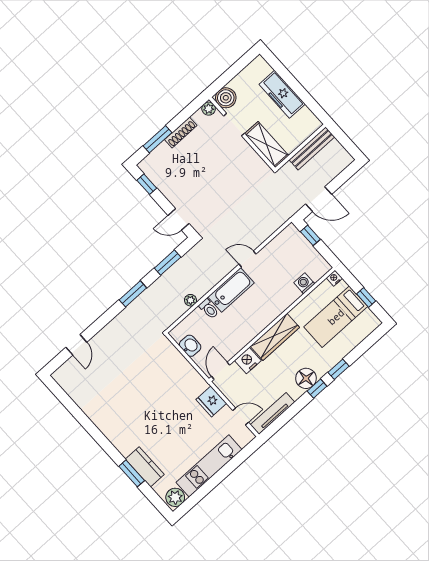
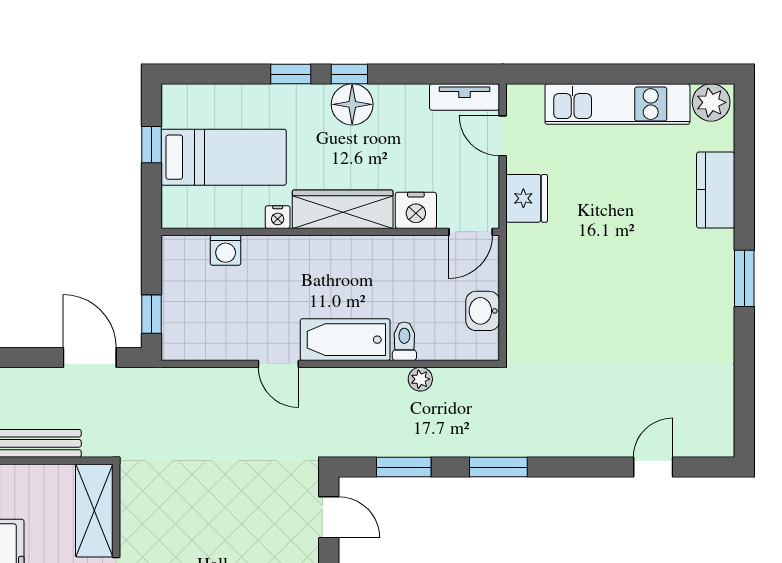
nightstand: (334, 278) -> (278, 217), moved
tv unit: (273, 413) -> (465, 97), width x0.71
window: (132, 473) -> (744, 278), moved

